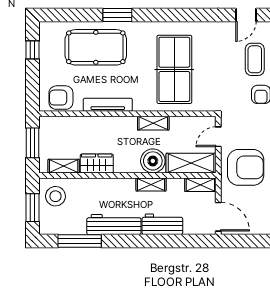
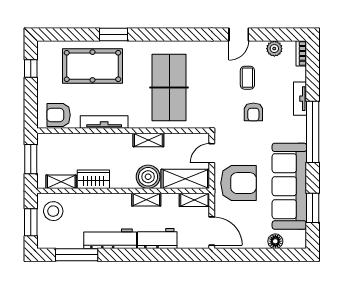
coffee table: (255, 59) -> (247, 78), width x0.73, depth x0.77

